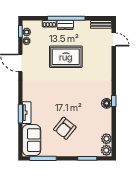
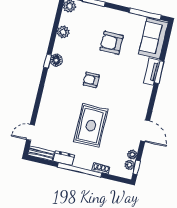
dresser: (65, 25) -> (64, 158), moved
door: (114, 39) -> (31, 132), hinge flipped
rug: (66, 57) -> (91, 126), turned 90
armchair: (74, 94) -> (91, 80), added
armchair: (65, 128) -> (112, 43), turned -129
plant: (106, 139) -> (63, 32), moved

